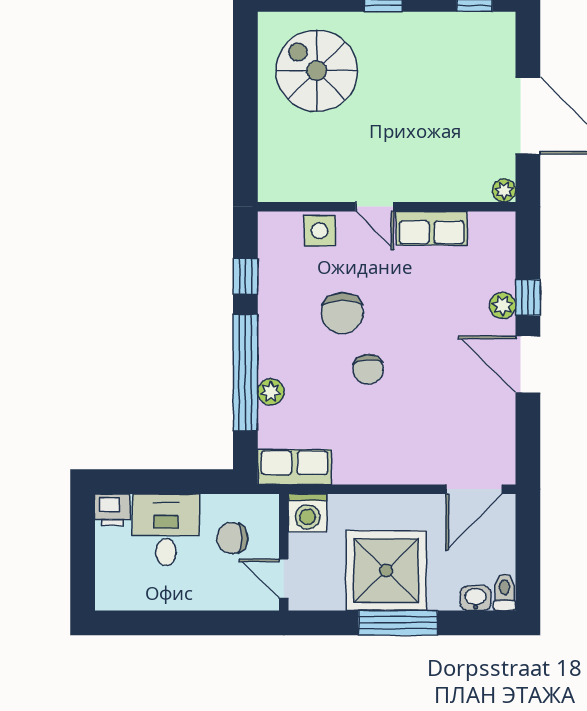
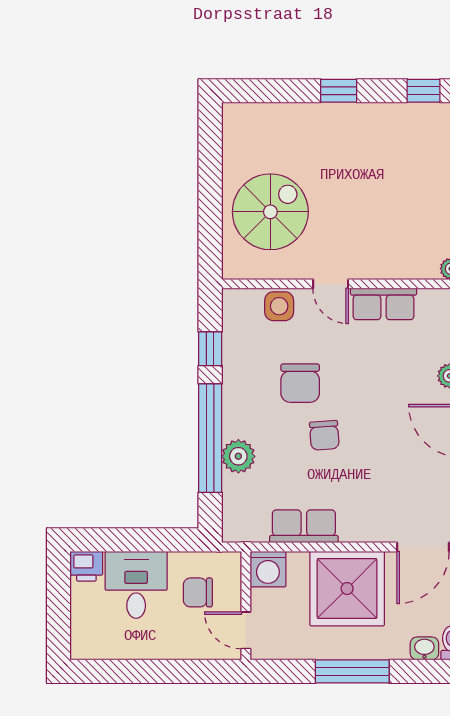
spiral stairs: (317, 71) -> (270, 212), moved, turned 90
plant: (271, 392) -> (238, 456), width x1.38, depth x1.38
row of seats: (294, 467) -> (304, 526), moved
shower: (386, 571) -> (347, 589), moved

